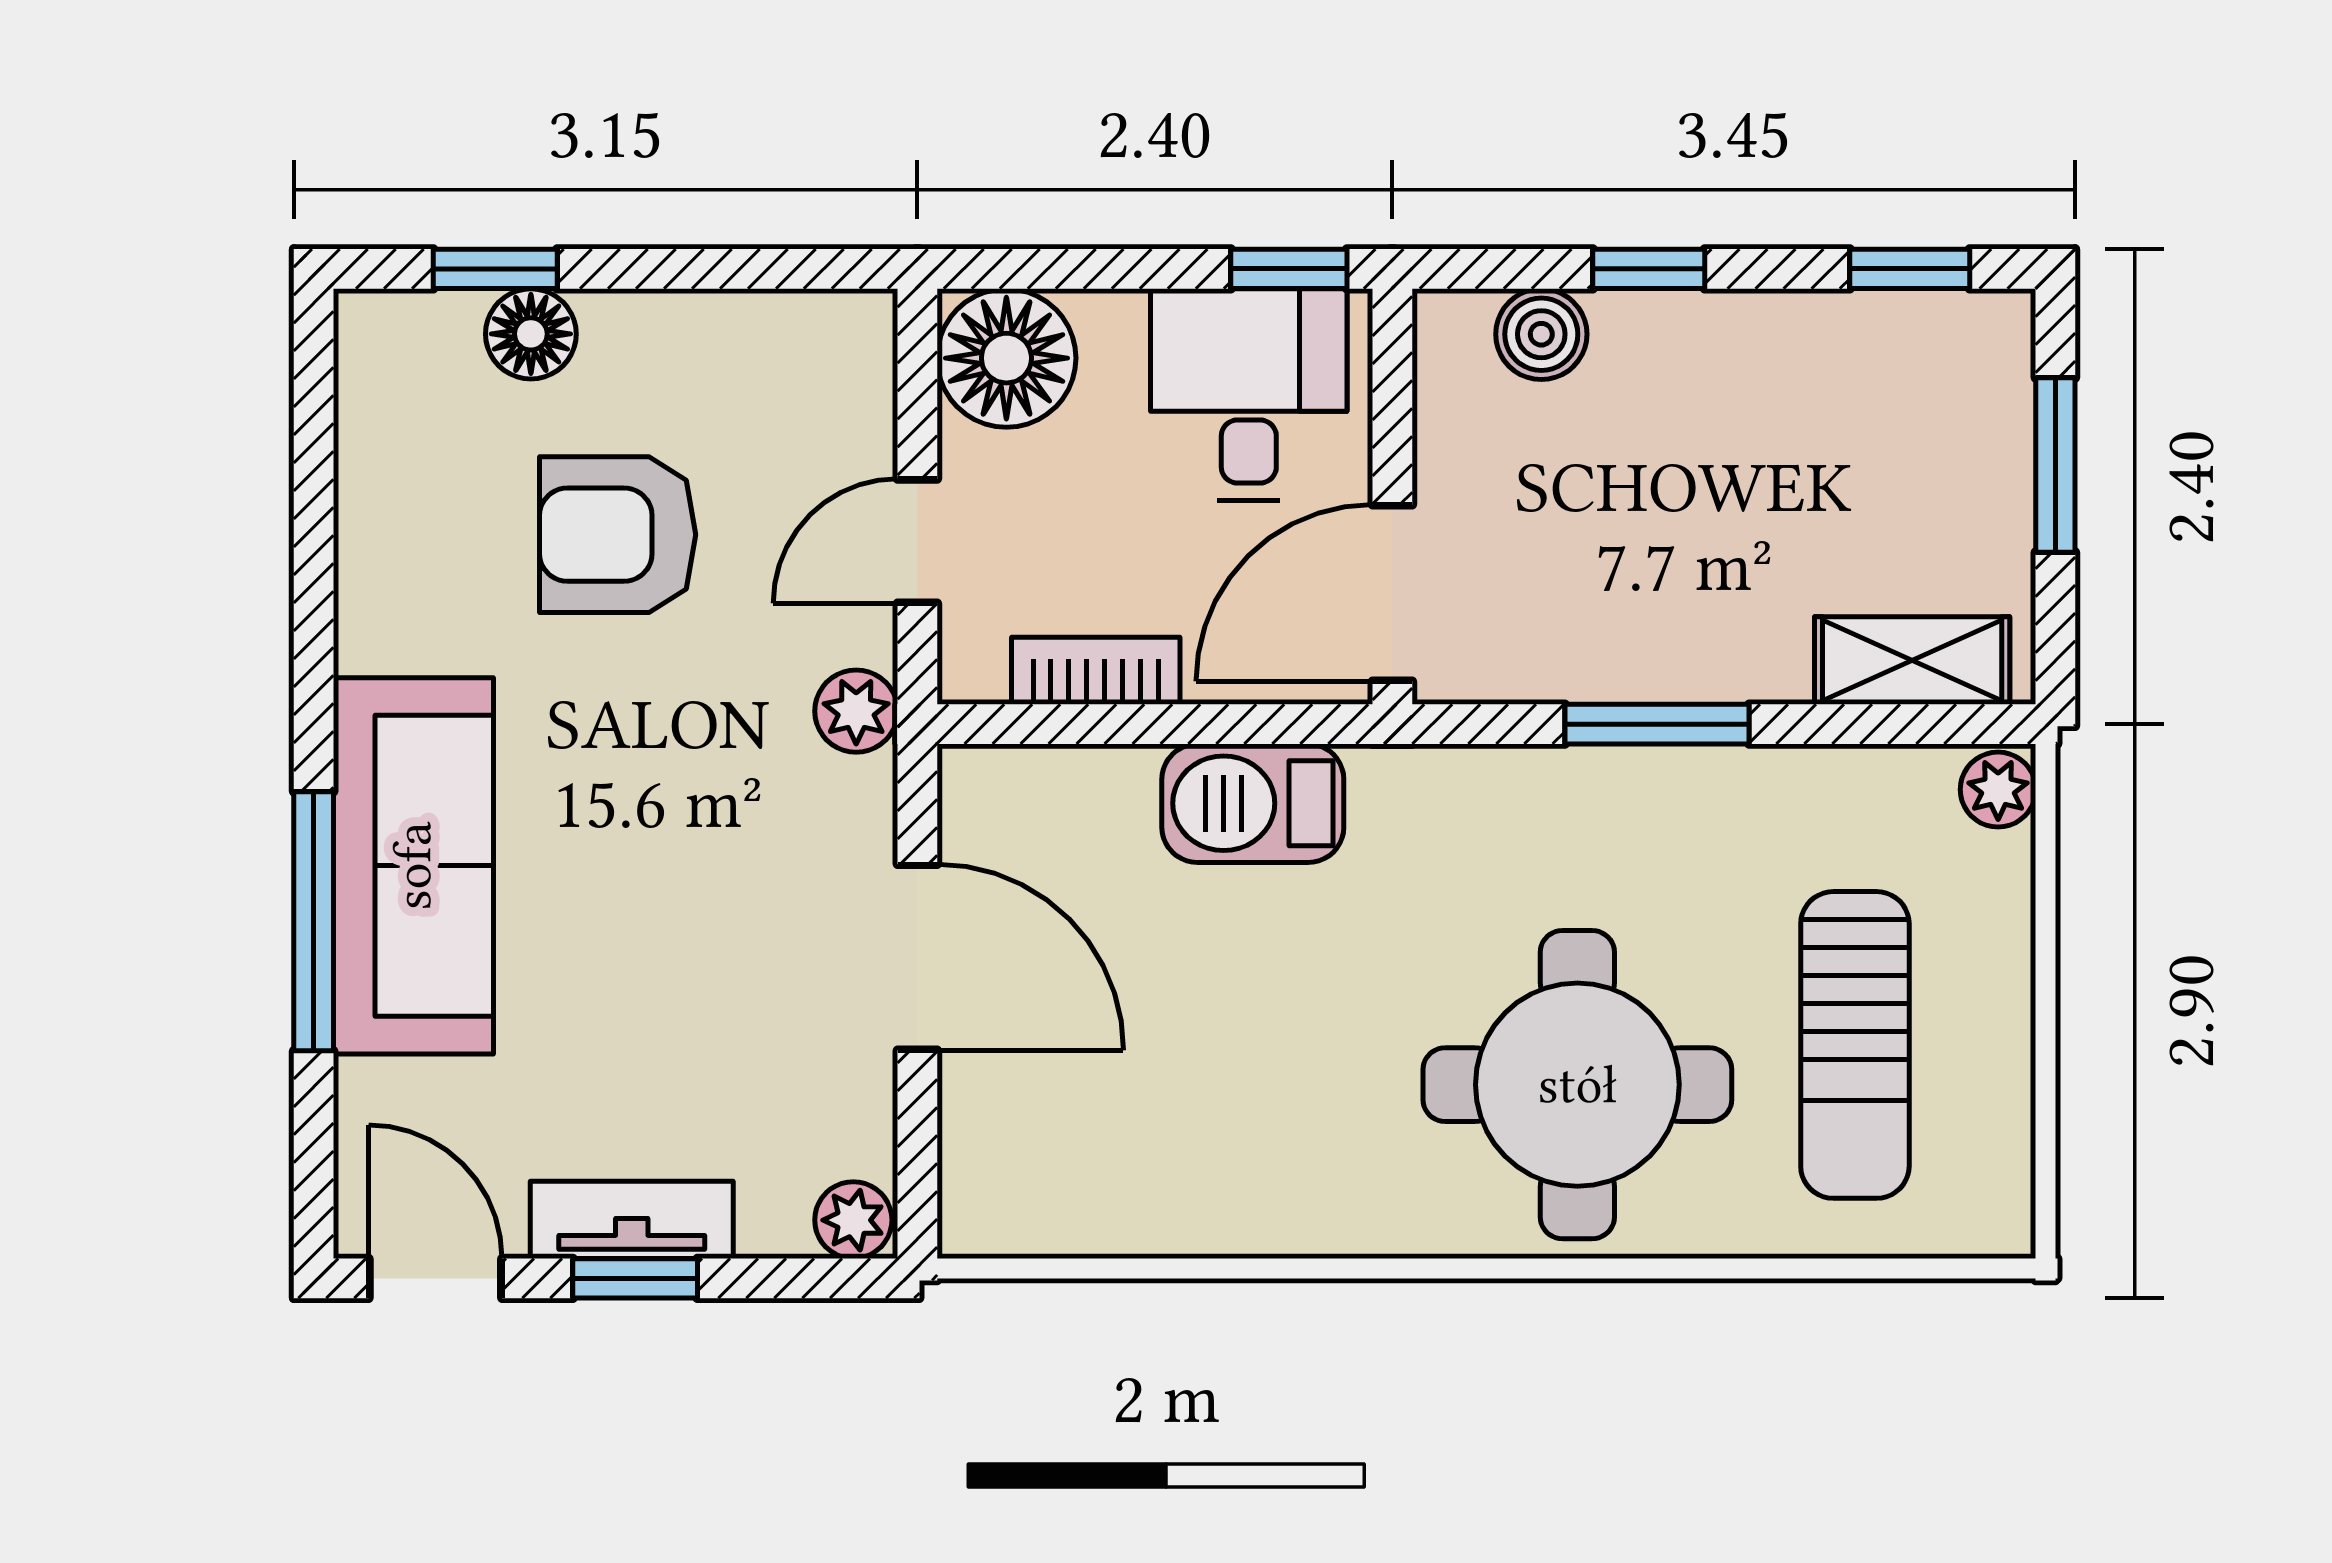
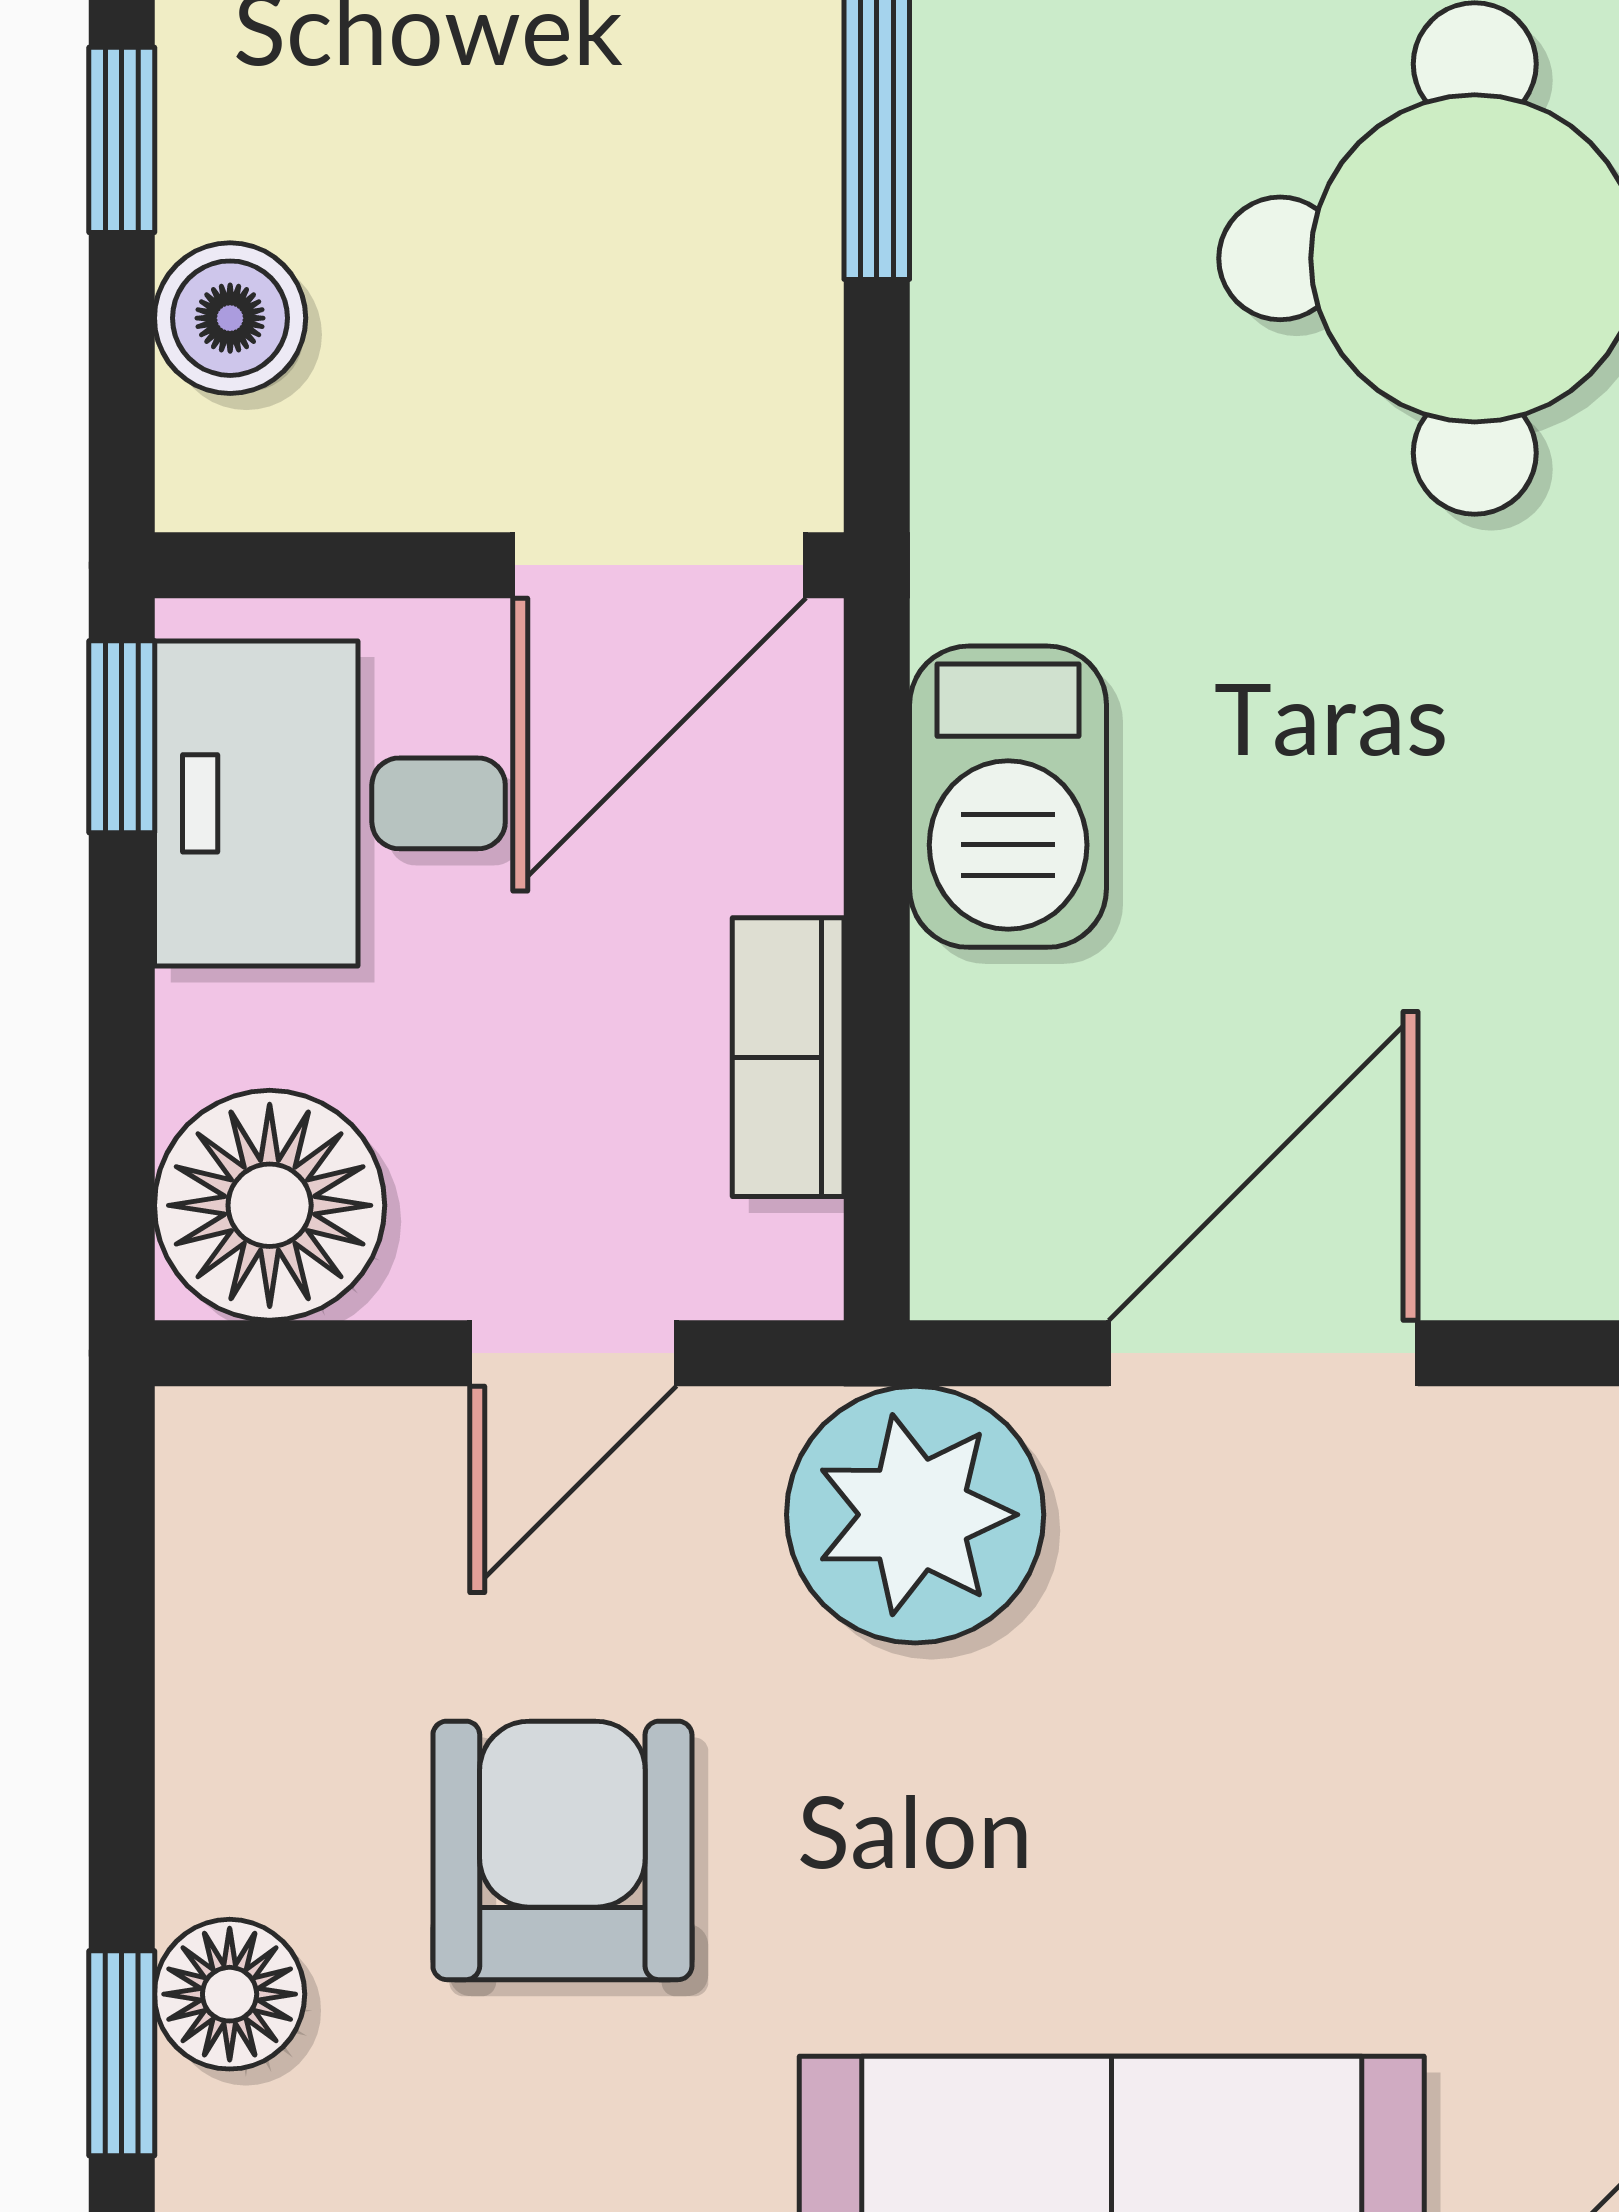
armchair: (618, 535) -> (562, 1850), turned 180
door: (917, 541) -> (573, 1353), hinge flipped
door: (1392, 593) -> (659, 565), hinge flipped
plant: (856, 711) -> (915, 1515), width x1.88, depth x1.88

